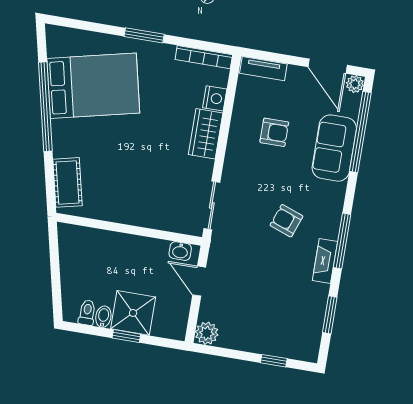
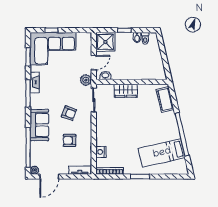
door: (328, 66) -> (49, 177), swing flipped
bed: (93, 86) -> (162, 153), width x0.67
wardrobe: (206, 134) -> (126, 91), moved, turned 90
sofa: (334, 148) -> (39, 125), moved
armchair: (287, 221) -> (69, 113), moved
door: (199, 281) -> (94, 63), hinge flipped
shower: (133, 313) -> (105, 42), moved
corner sofa: (277, 323) -> (53, 49), added
plant: (207, 333) -> (86, 80), moved

